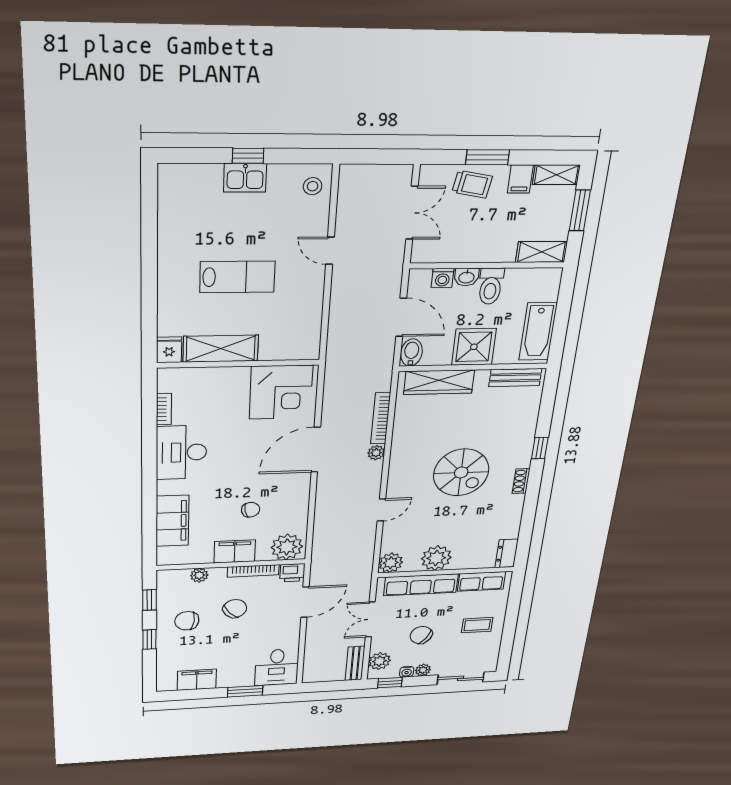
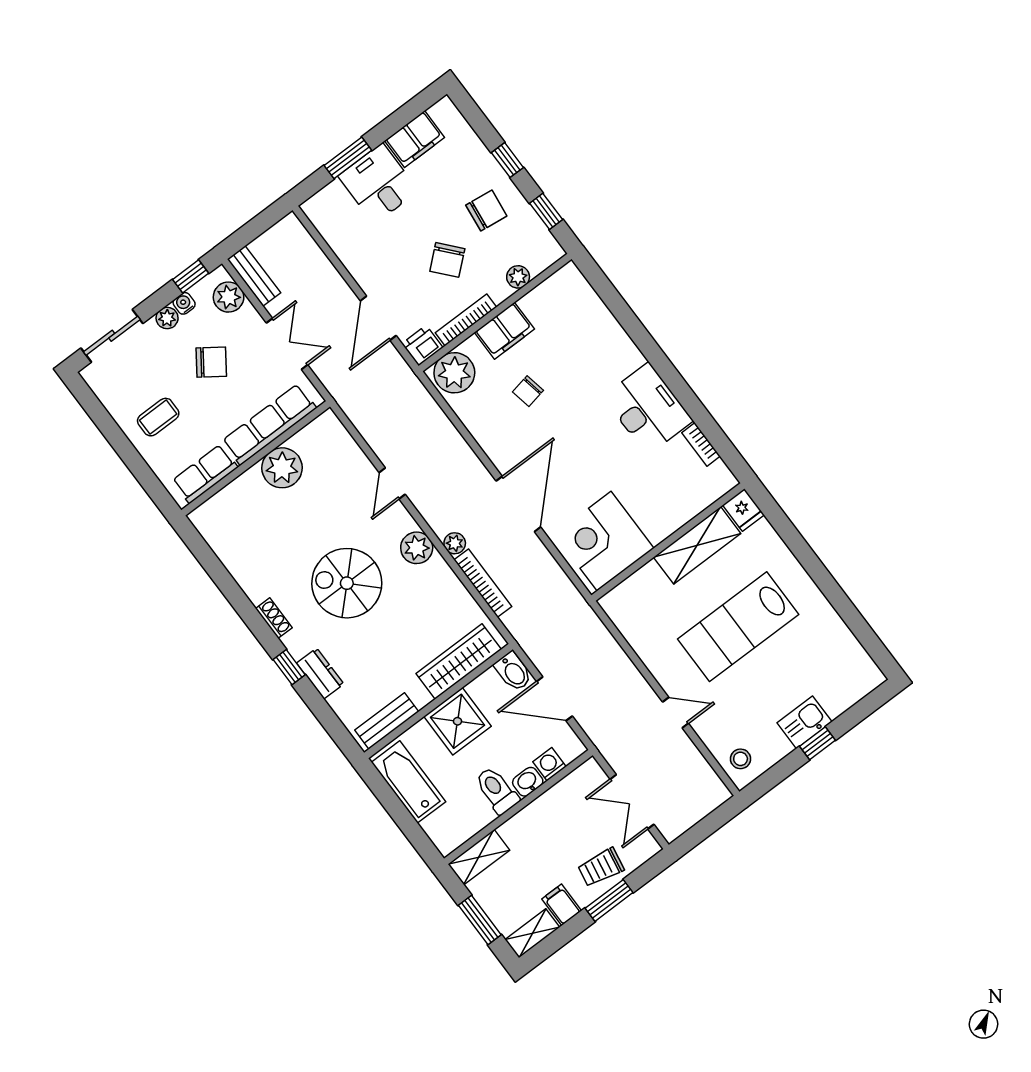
lab bench: (237, 277) -> (738, 627), width x1.36, depth x1.39
filing cabinet: (172, 521) -> (596, 324), removed
dresser: (507, 553) -> (320, 674), moved
plant: (391, 563) -> (417, 548), moved
desk: (277, 667) -> (378, 184), moved

